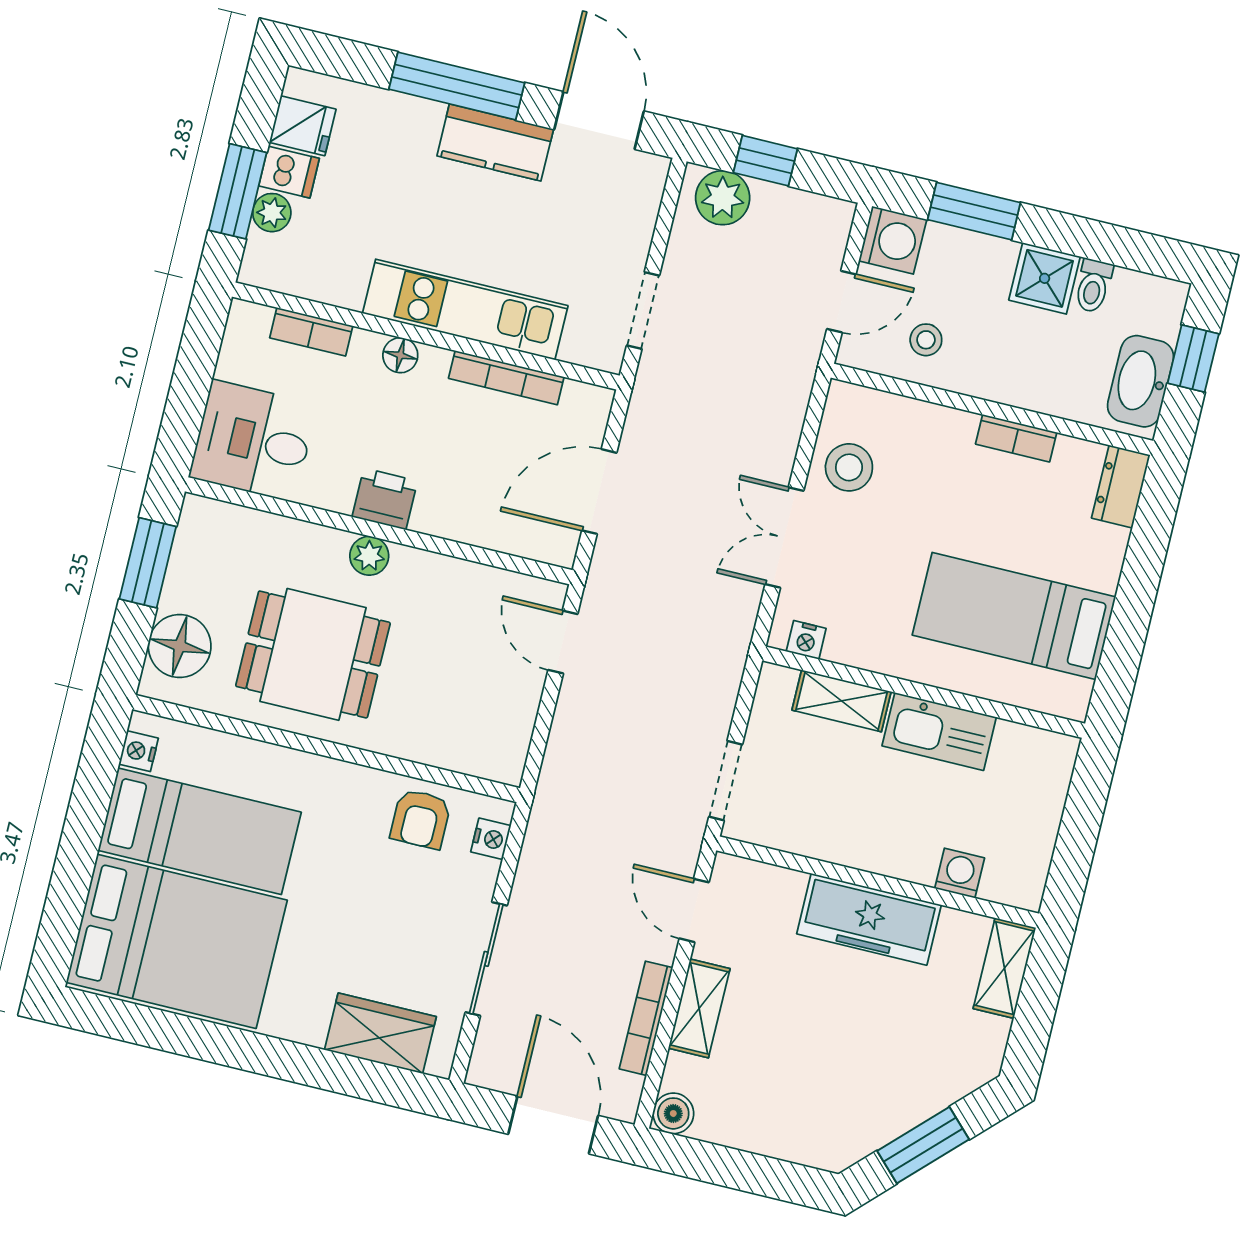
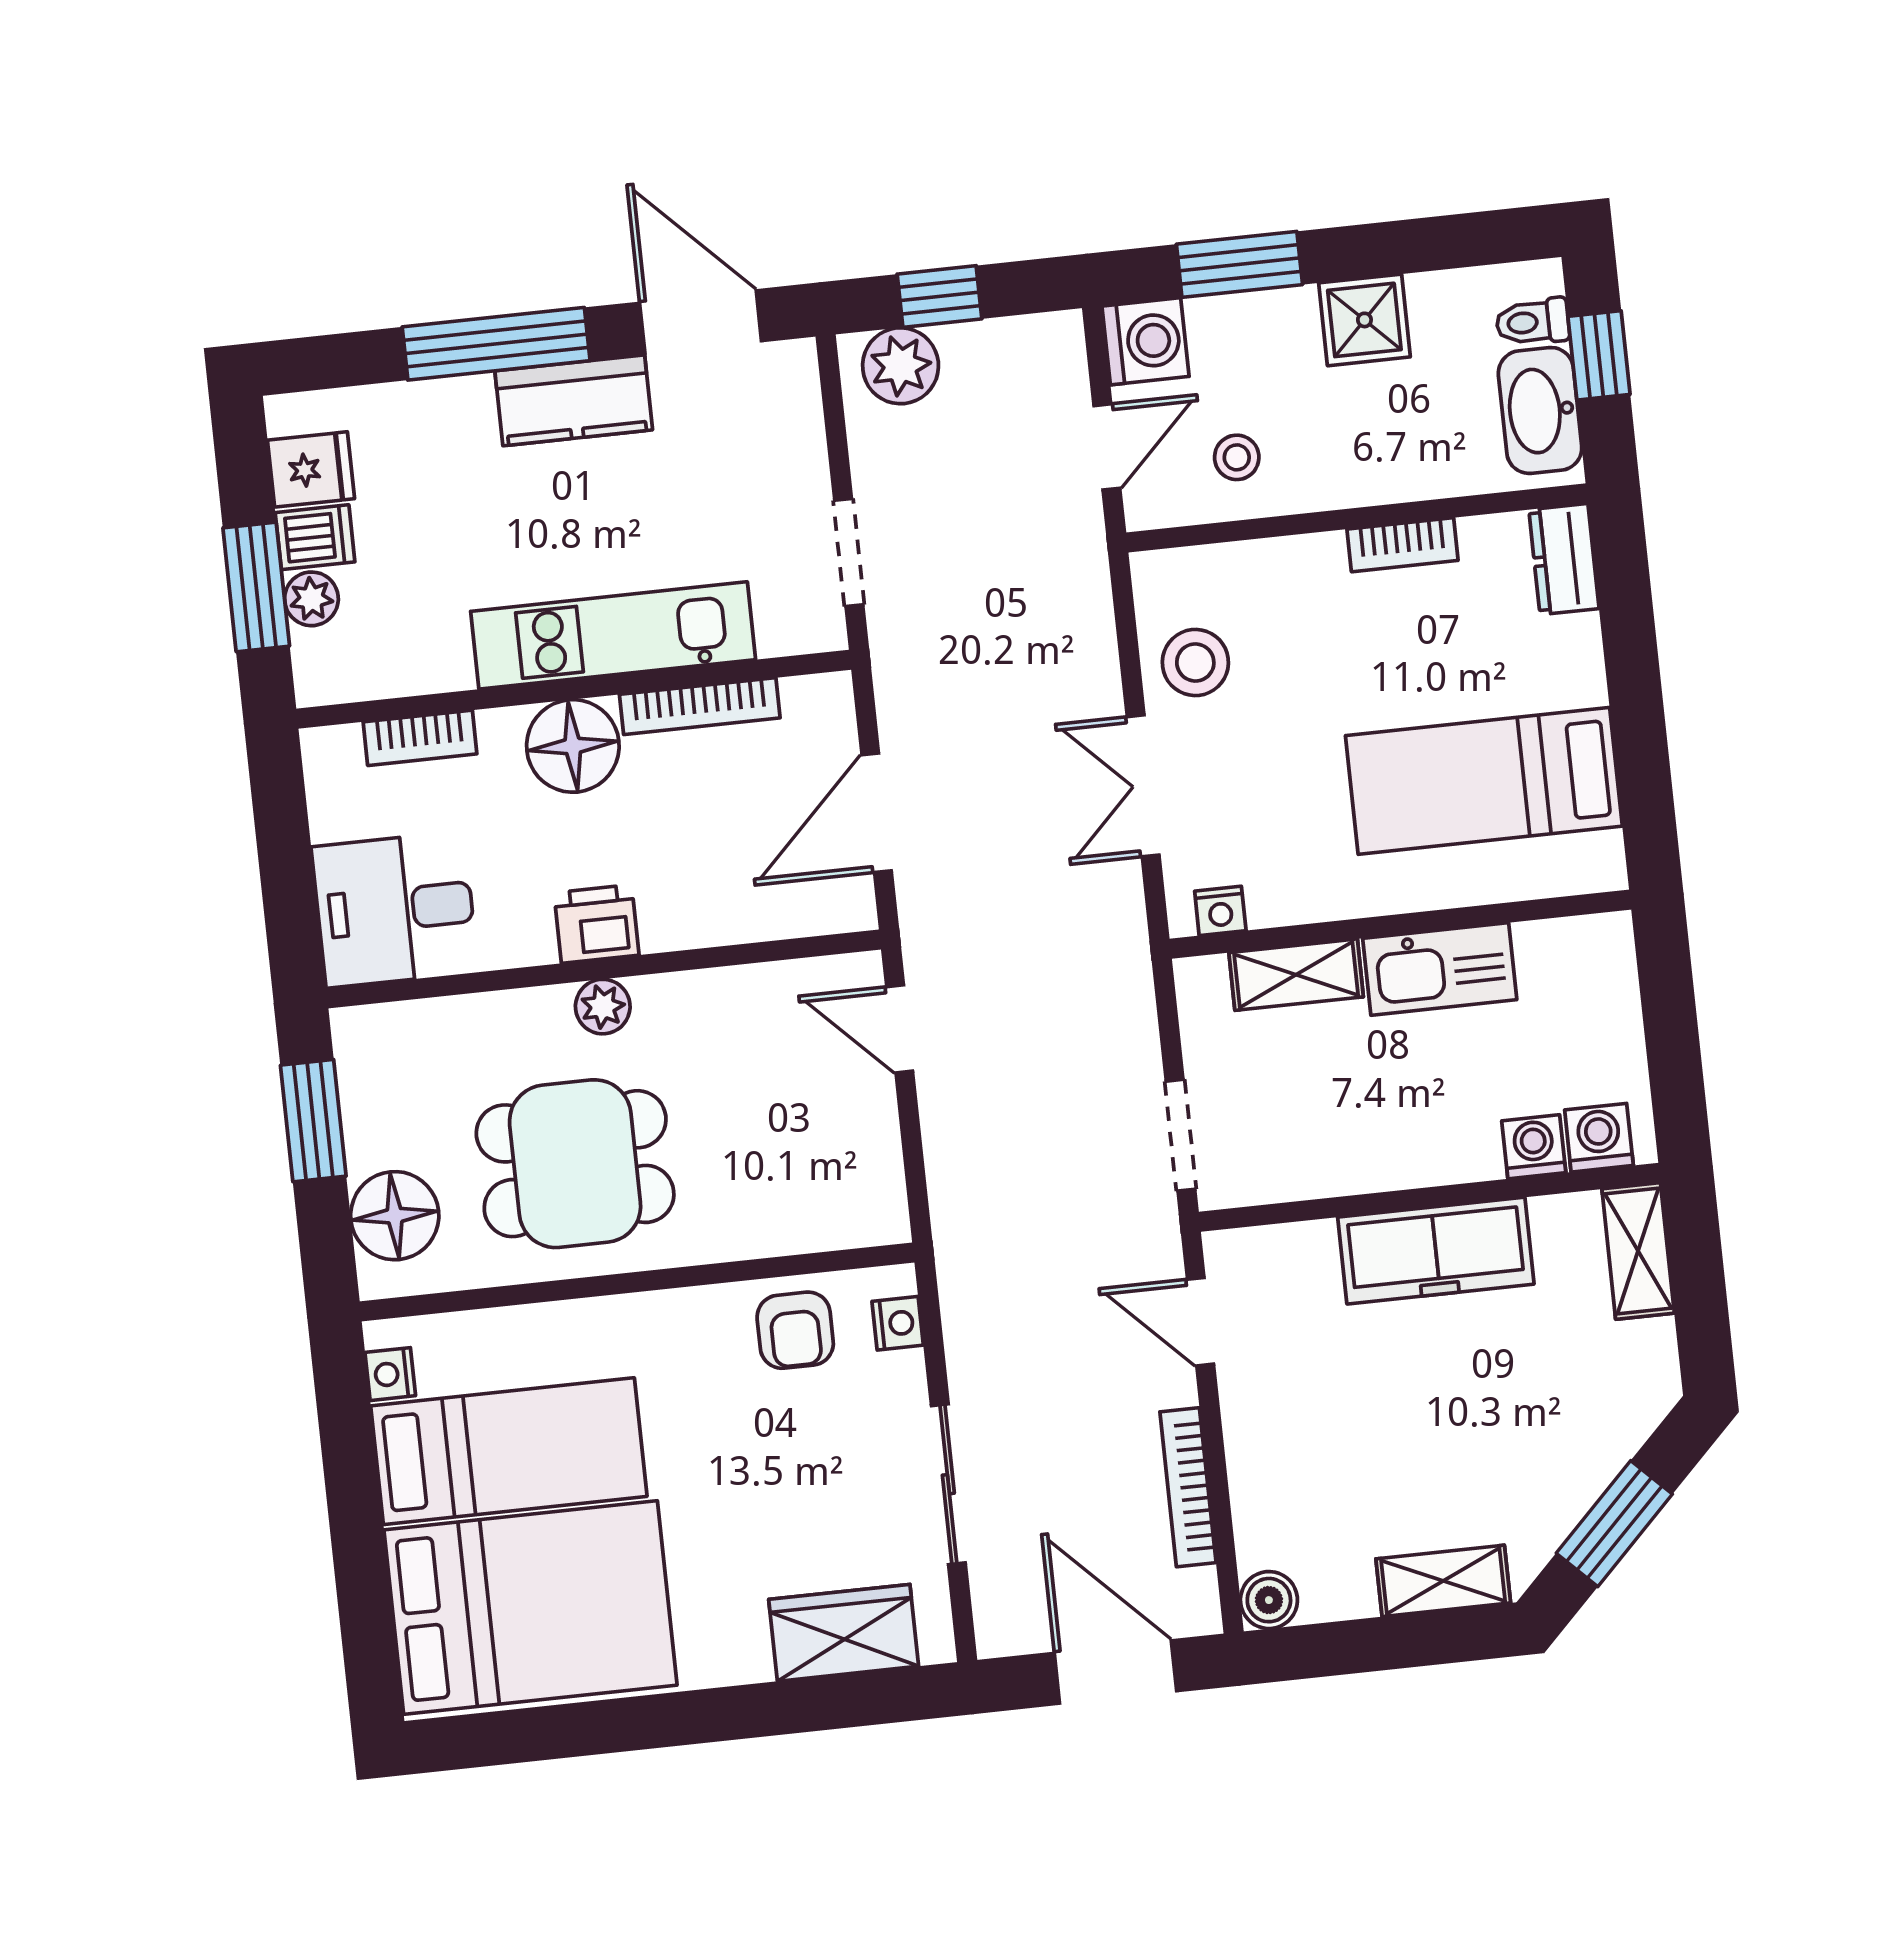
toilet: (1093, 286) -> (1533, 322), moved, turned 90
floor lamp: (400, 355) -> (573, 746), width x1.89, depth x1.89
washing machine: (1005, 883) -> (1599, 1138), added
shelving: (699, 1008) -> (1443, 1581), moved, turned 90

